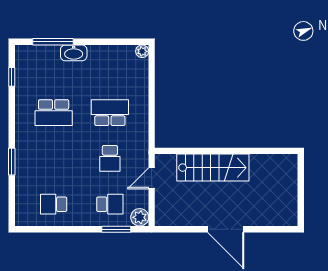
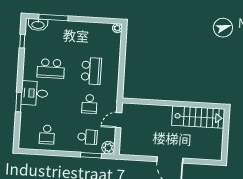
washbasin: (74, 53) -> (38, 25), moved
school desk: (110, 113) -> (91, 71), turned 90
desk: (33, 148) -> (34, 93), added
stairs: (213, 168) -> (198, 117), moved
school desk: (54, 204) -> (47, 135), turned -90

